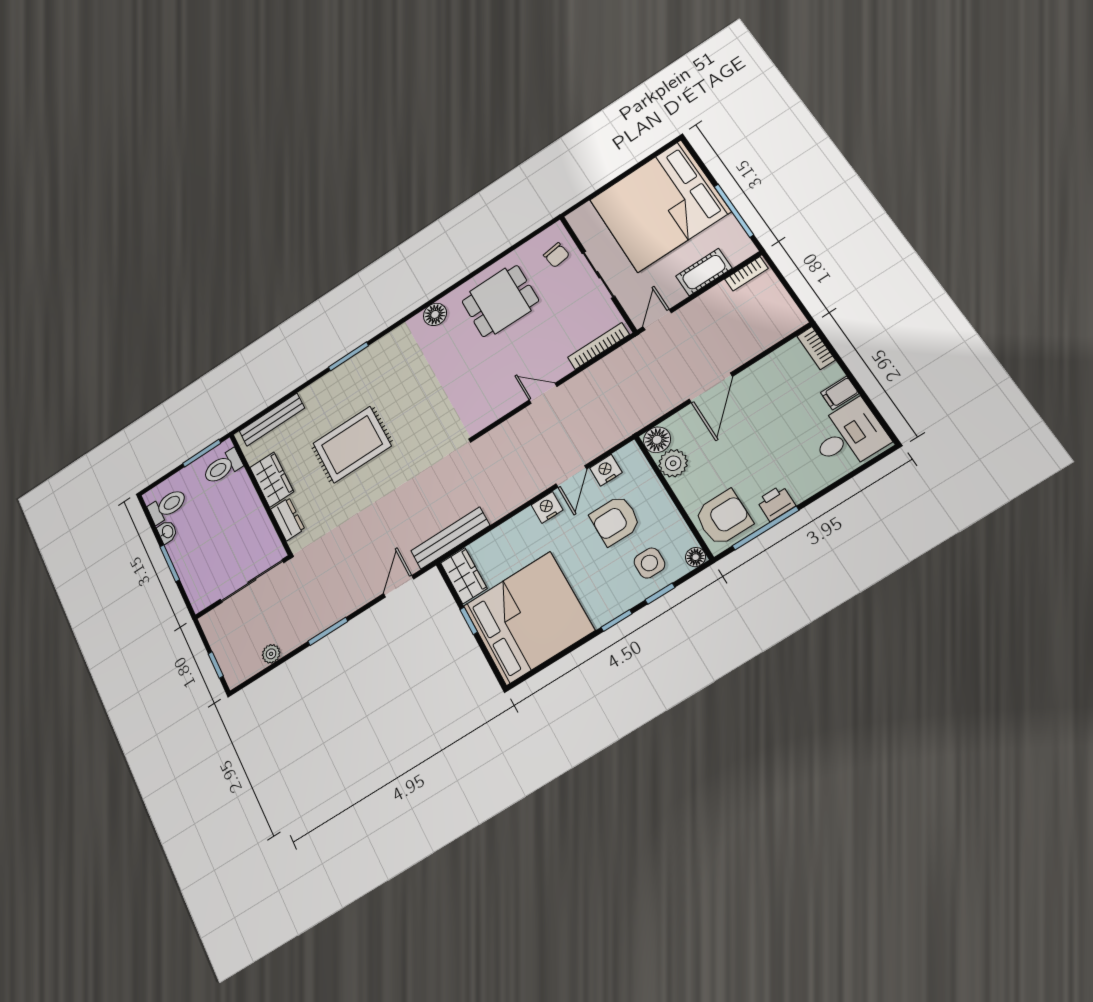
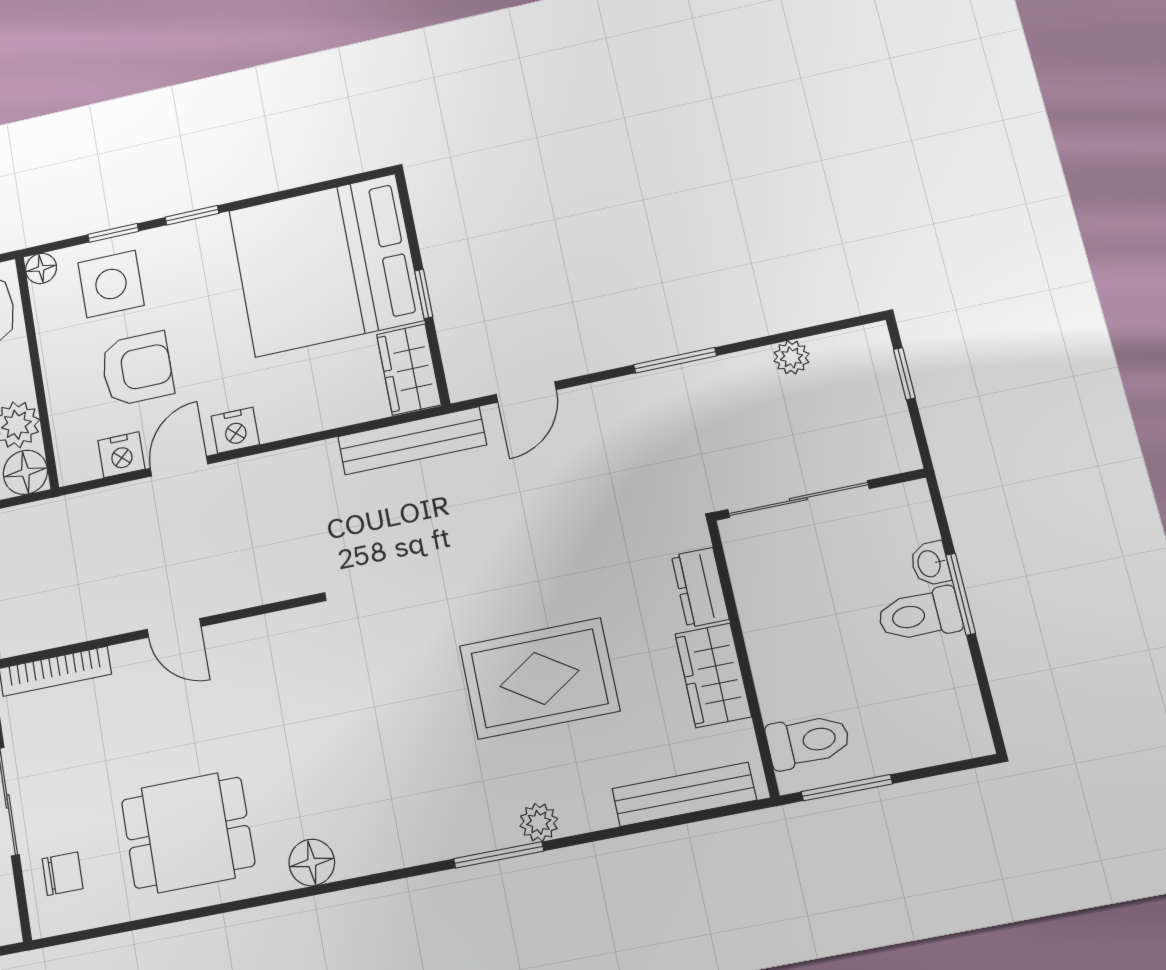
chair: (556, 255) -> (63, 874), turned 98
plant: (334, 379) -> (539, 822), added
toilet: (167, 506) -> (920, 615), moved
washbasin: (167, 532) -> (930, 564), moved
side table: (649, 563) -> (111, 284), width x1.37, depth x1.37

